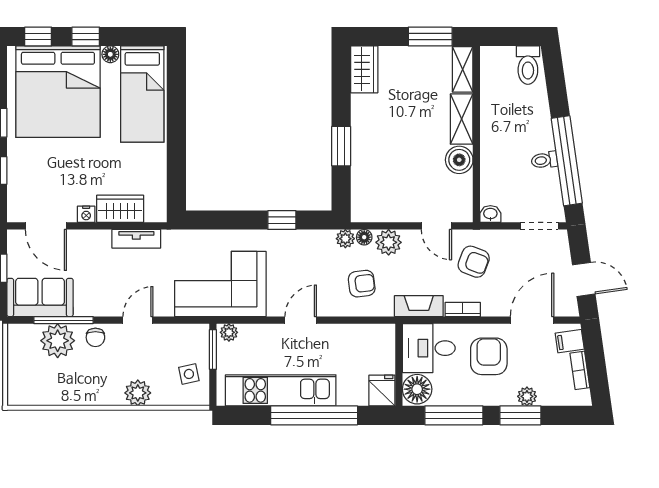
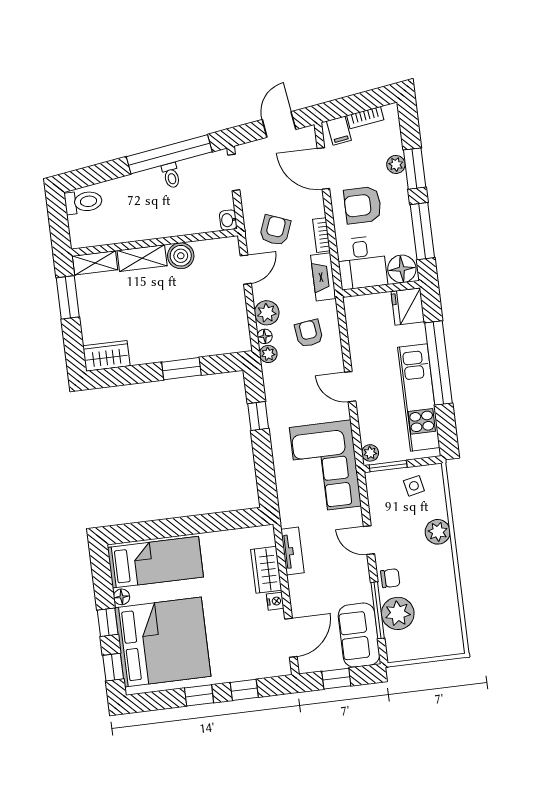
fridge: (382, 391) -> (408, 307), width x1.38

